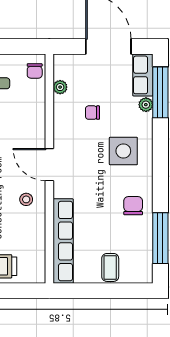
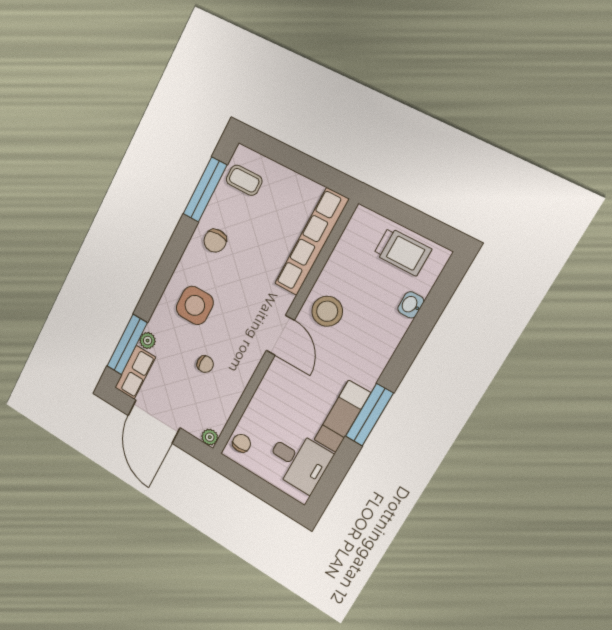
plant: (60, 87) -> (210, 437), moved
stool: (26, 199) -> (327, 311), width x1.89, depth x1.89
coffee table: (110, 267) -> (244, 180), moved, turned 90

